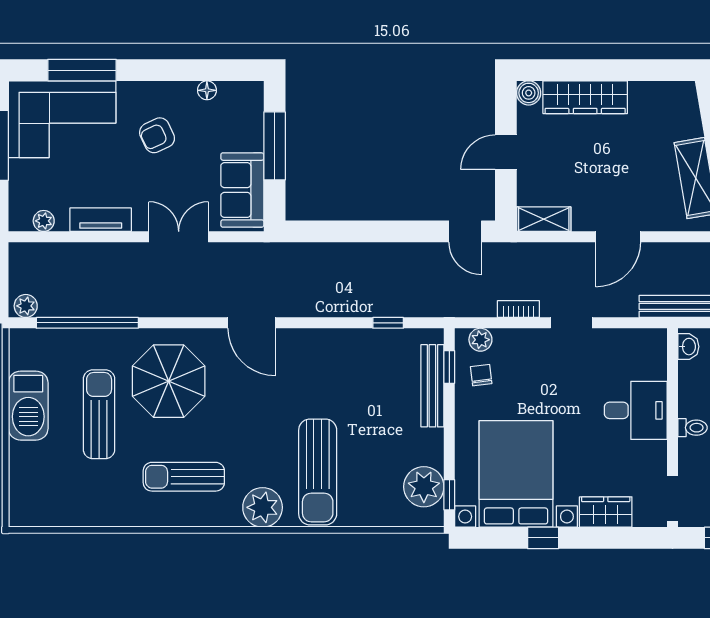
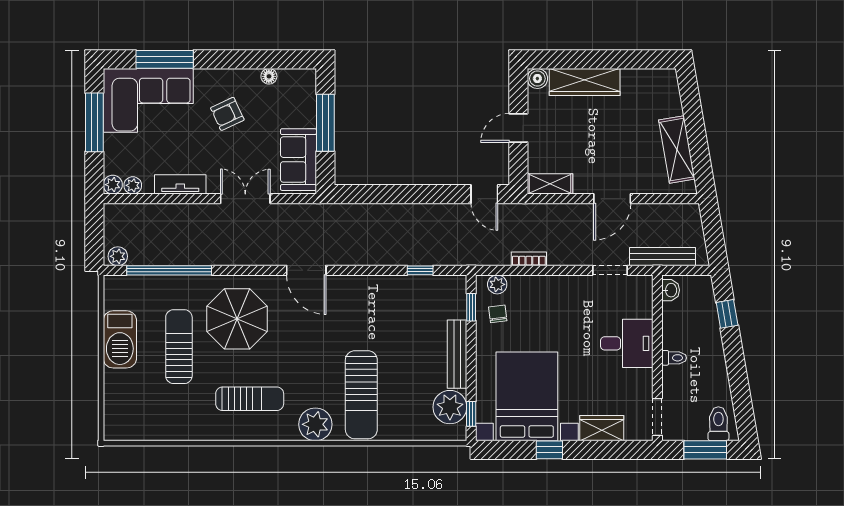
plant: (20, 220) -> (113, 185), added
doorway: (571, 323) -> (610, 270), moved
bench: (432, 386) -> (457, 354), moved
sun lounger: (184, 477) -> (250, 399), turned 180

